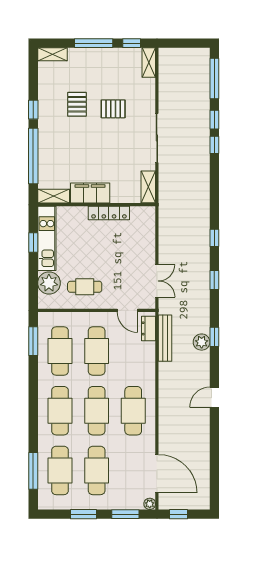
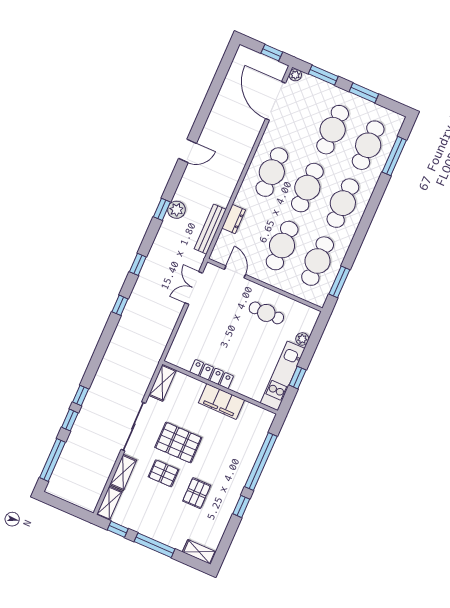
pallet: (112, 141) -> (178, 443), added
shelving: (54, 196) -> (123, 472), moved, turned 90
plant: (49, 283) -> (302, 339), width x0.53, depth x0.53
dresser: (149, 328) -> (234, 219), moved

